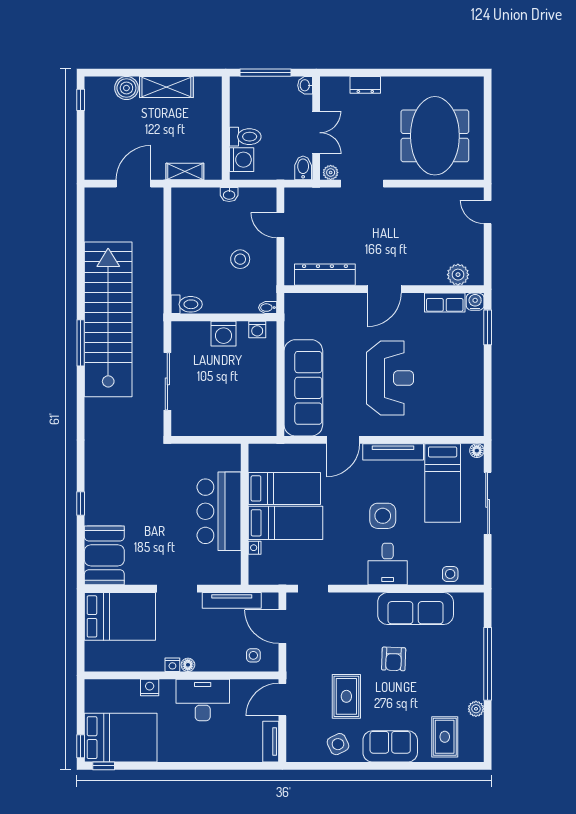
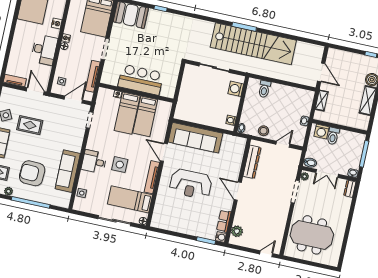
dresser: (365, 85) -> (350, 189), moved
stool: (240, 259) -> (263, 131), moved
toilet: (187, 304) -> (264, 89), moved
washing machine: (224, 334) -> (236, 89), moved
armchair: (394, 659) -> (32, 173), moved, width x1.88, depth x1.88

